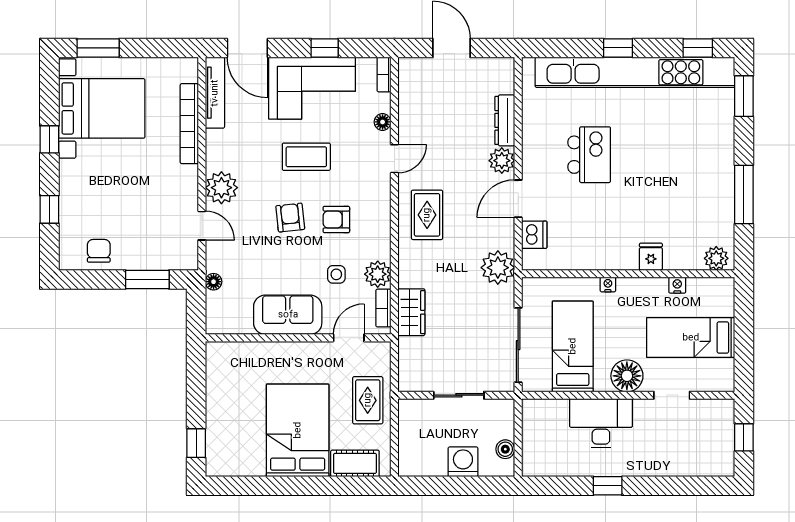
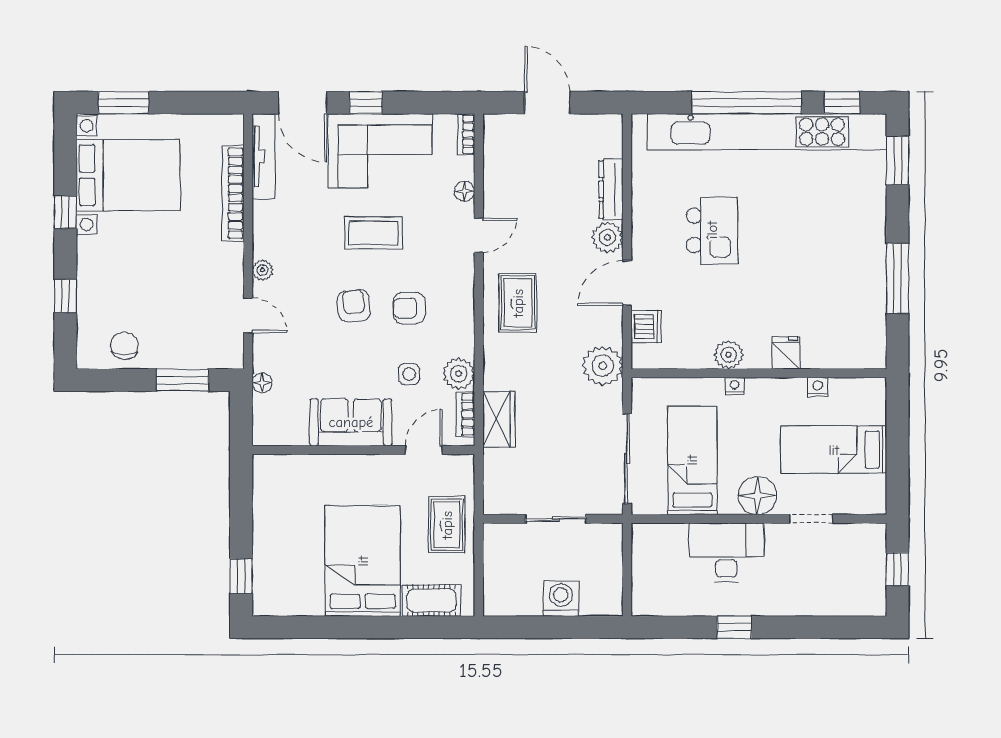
window: (325, 48) -> (366, 103), moved
window: (618, 48) -> (747, 103), width x3.17
plant: (221, 188) -> (262, 270), width x0.53, depth x0.53
plant: (716, 258) -> (729, 355), moved
boiler: (505, 449) -> (612, 583), removed

